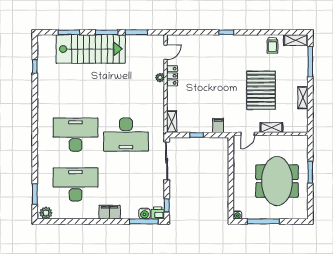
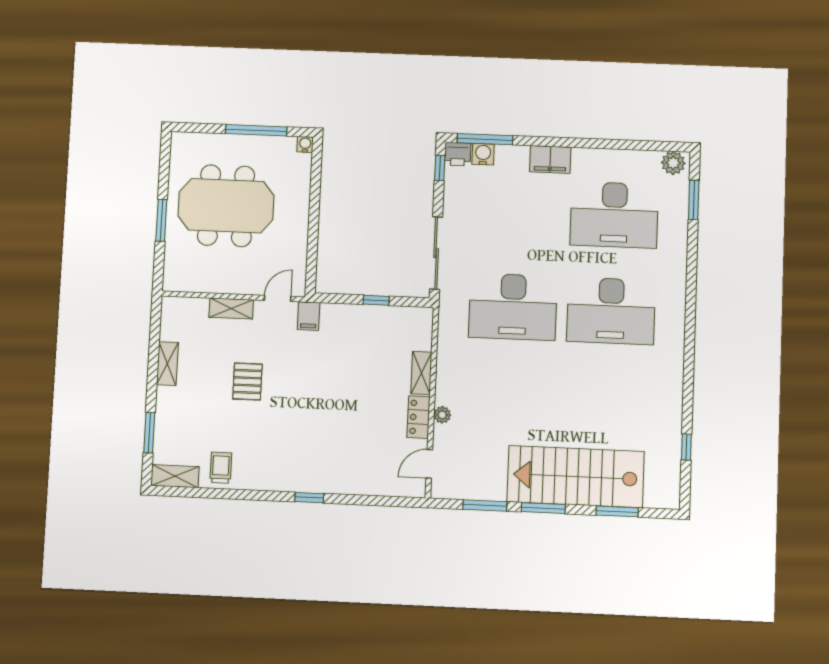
window: (310, 62) -> (149, 433), width x0.69
pallet: (261, 90) -> (247, 382), width x0.49, depth x0.50
shelving: (172, 122) -> (421, 373), moved
filing cabinet: (218, 125) -> (309, 316), moved
desk: (126, 135) -> (513, 307), turned 180
meeting table: (277, 181) -> (226, 206), turned 90

